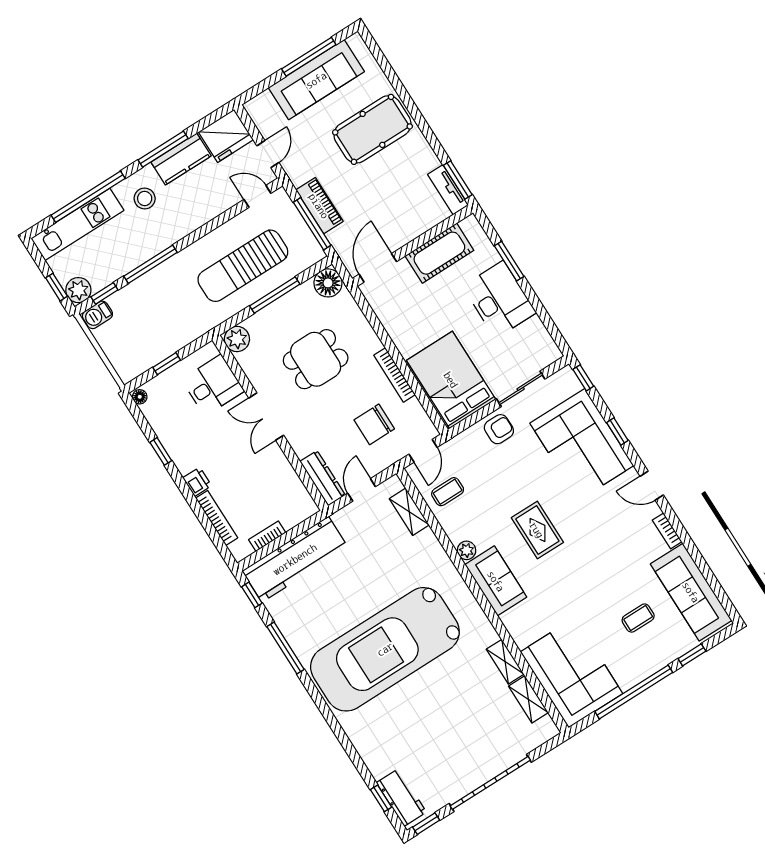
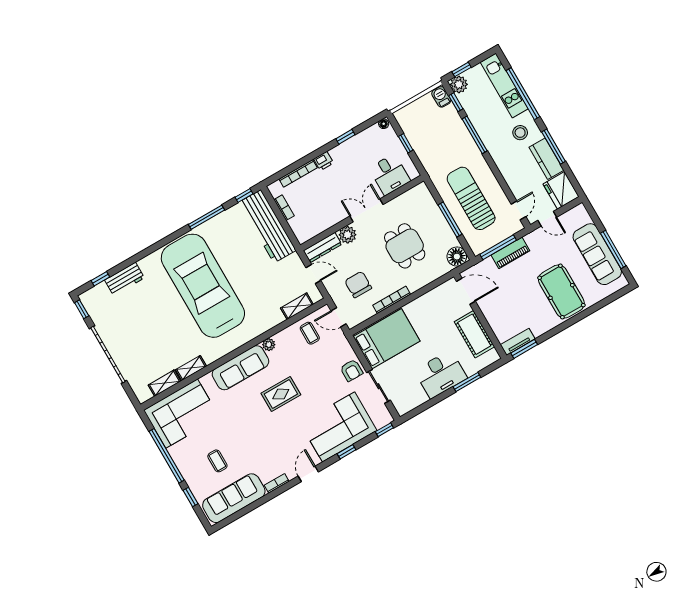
plant: (237, 339) -> (348, 235), moved
sofa: (496, 581) -> (240, 368), width x1.36
workbench: (401, 797) -> (124, 279), moved

